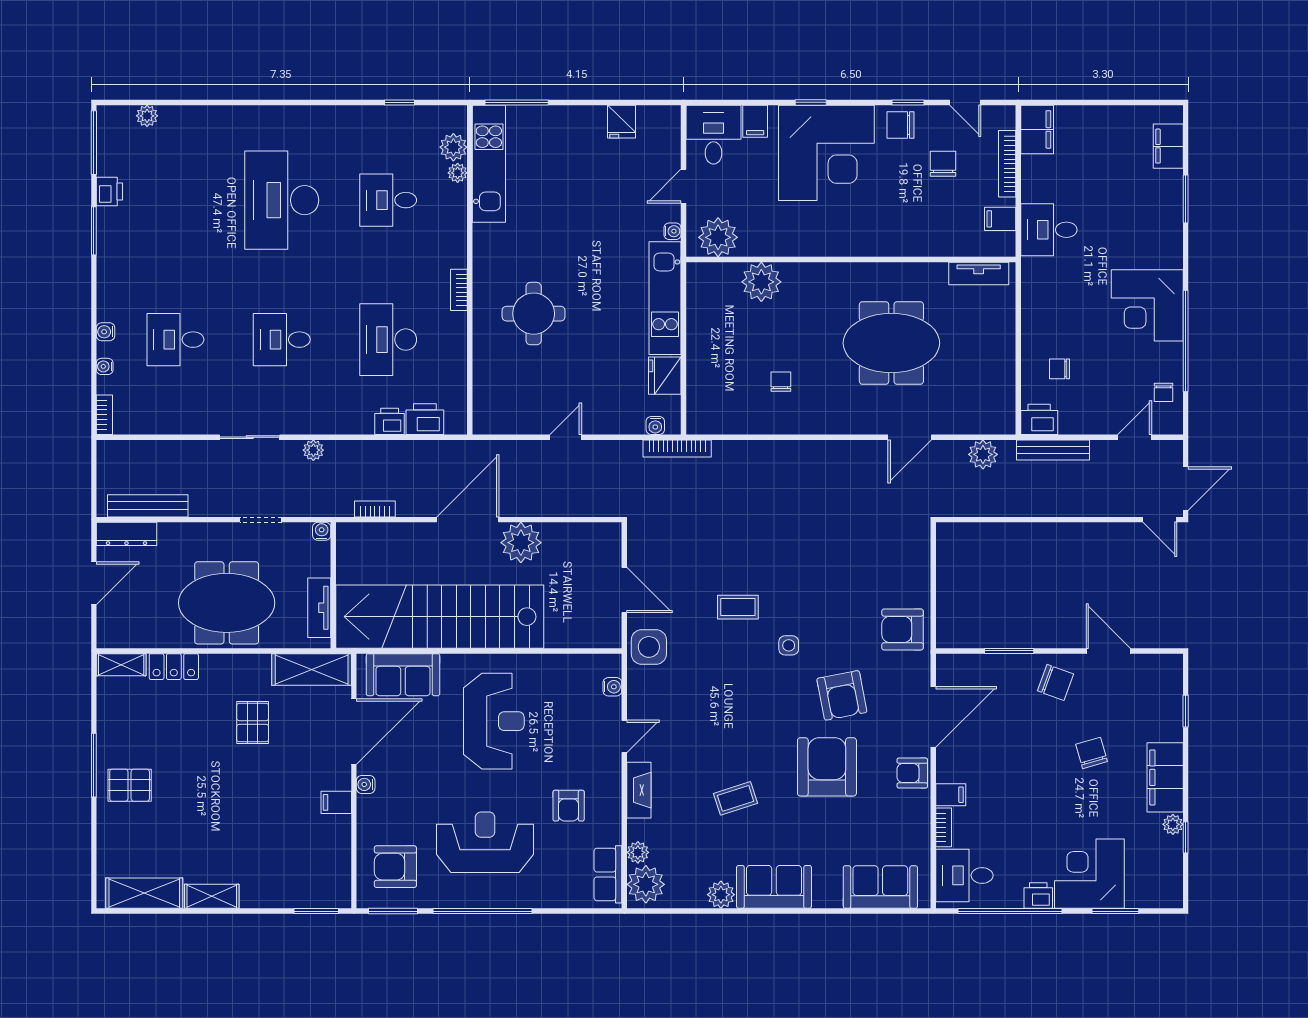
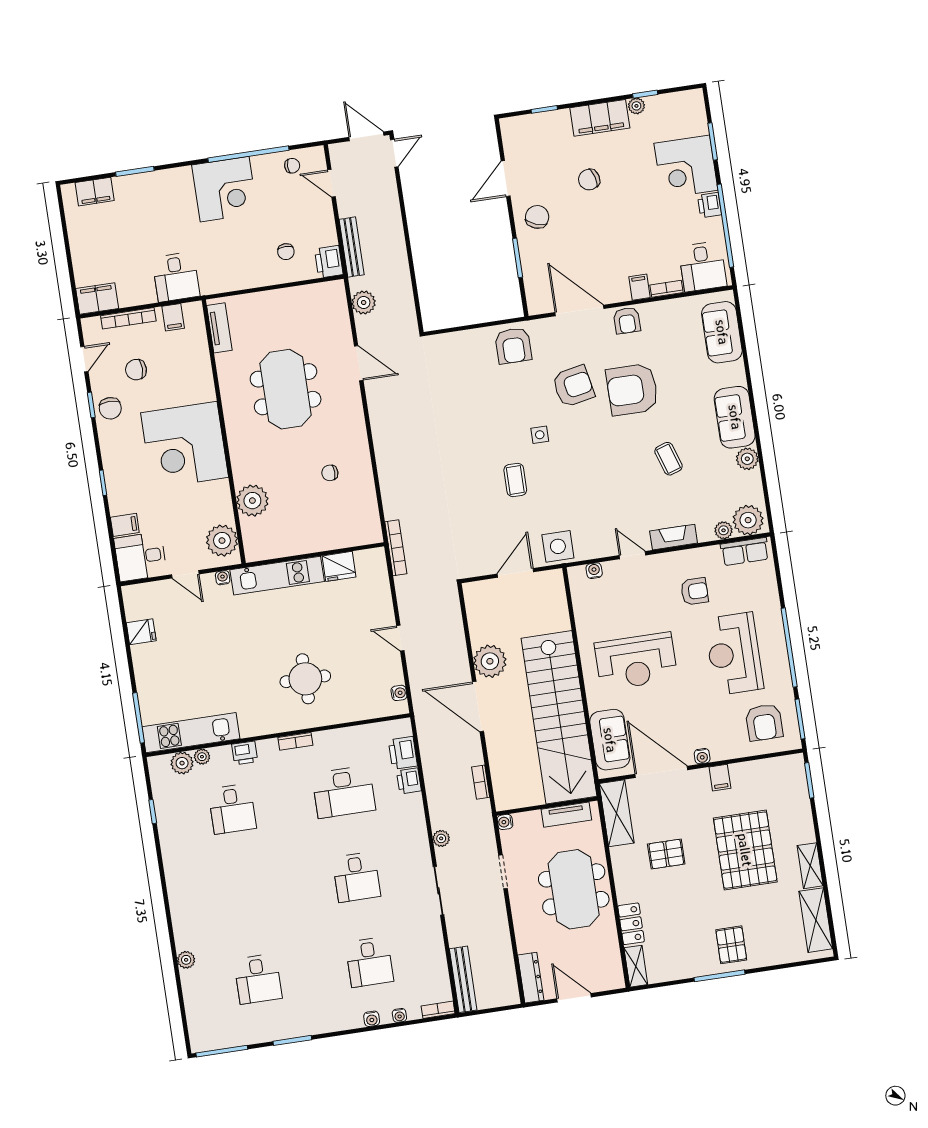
plant: (147, 116) -> (186, 960), moved
corner desk: (826, 153) -> (185, 445), moved, turned 180
printer: (109, 191) -> (245, 753), moved, turned 180
desk: (282, 200) -> (258, 979), moved, width x0.53, depth x0.77
water cooler: (655, 425) -> (399, 693), moved
bench: (148, 506) -> (463, 979), moved
reception desk: (494, 721) -> (636, 661), turned 180
pallet: (243, 820) -> (745, 850), added

